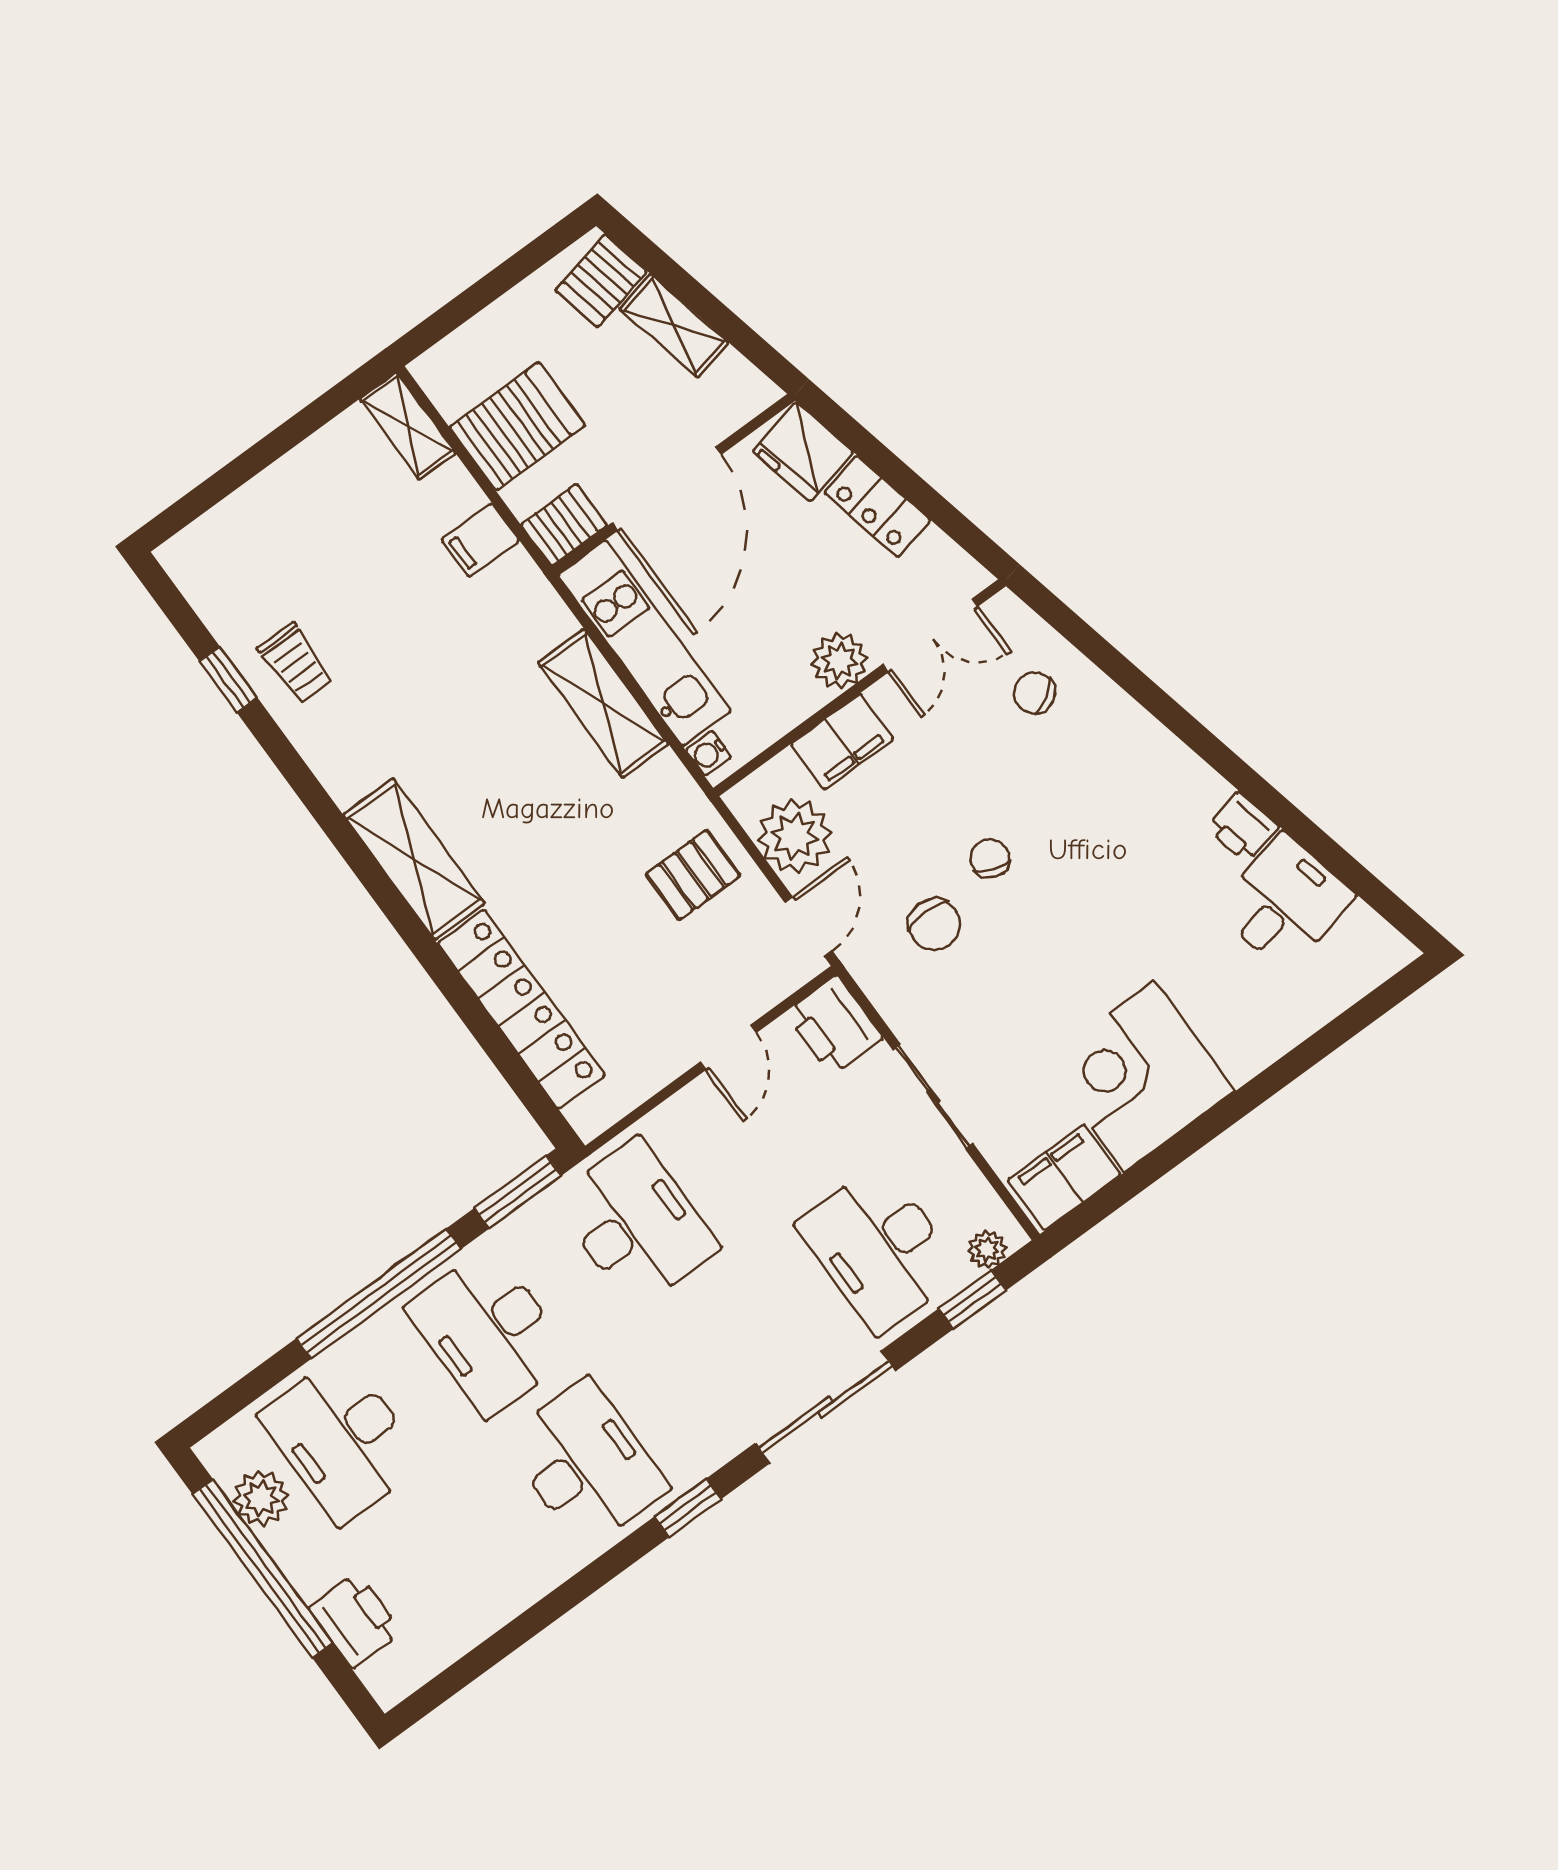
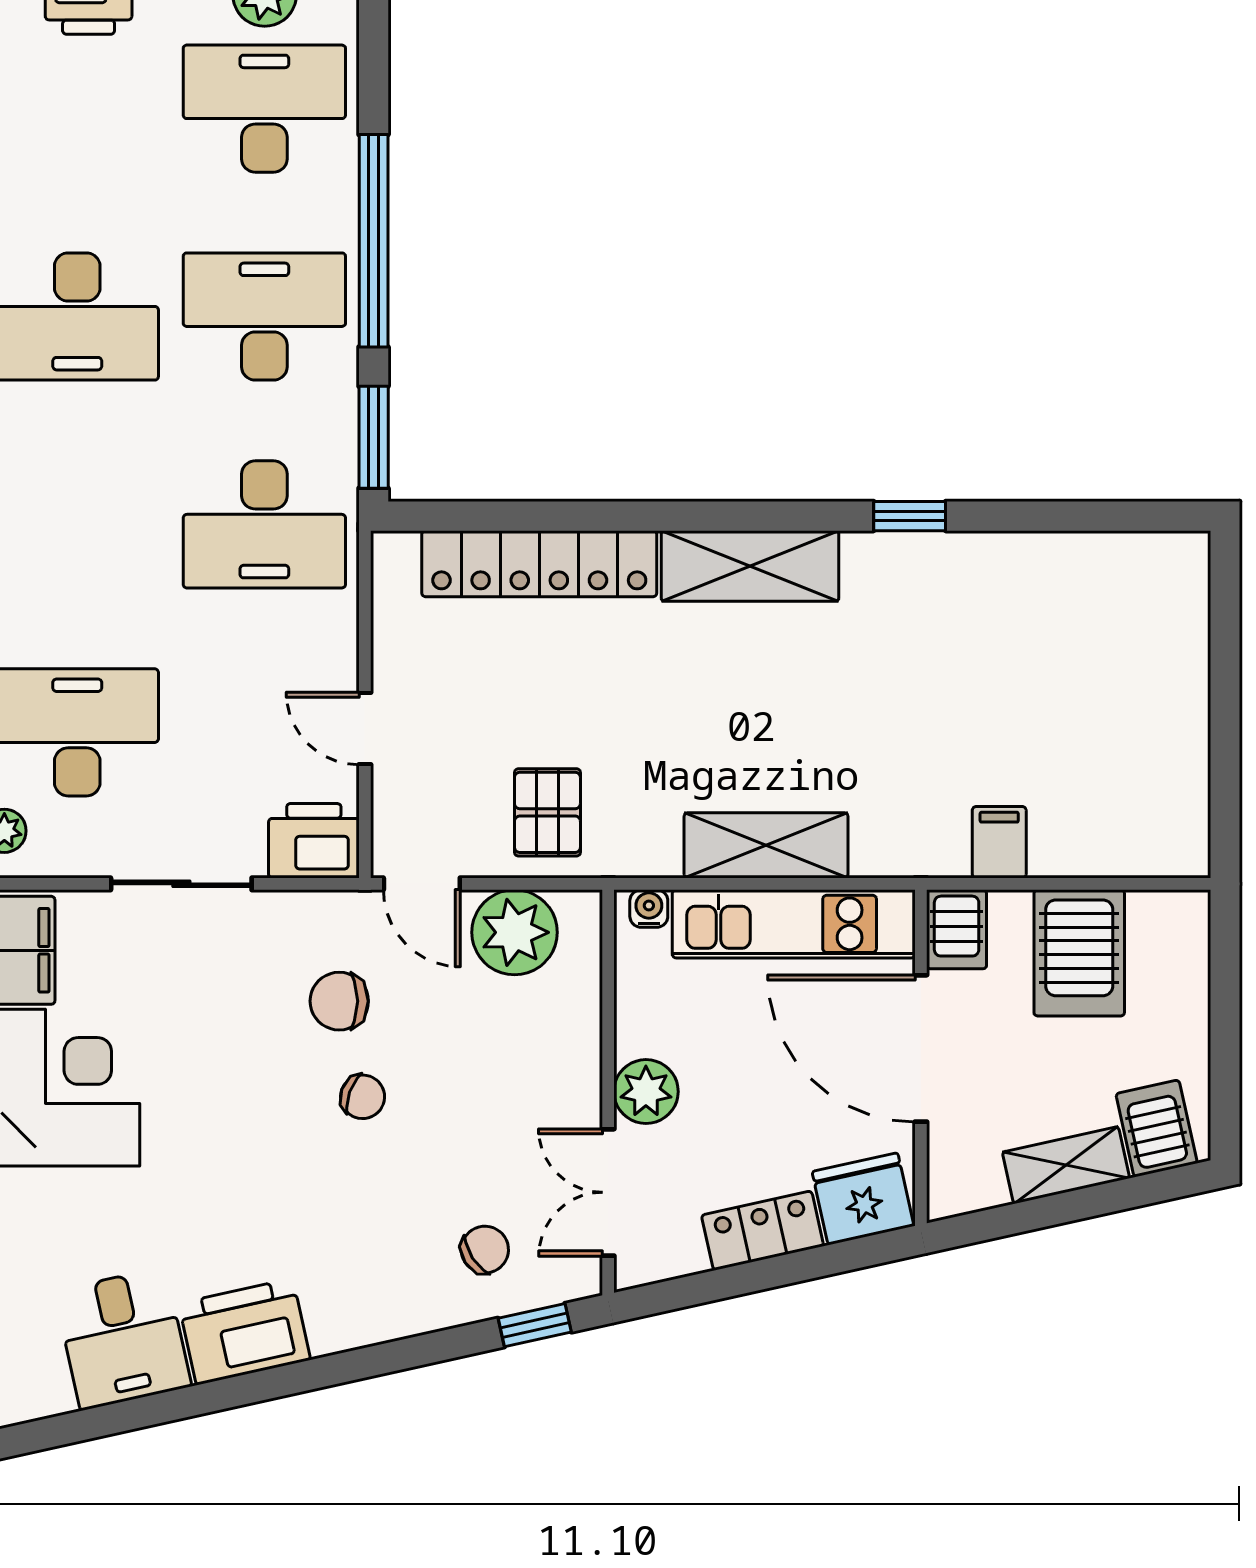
shelving: (408, 426) -> (1153, 852), removed
window: (1062, 619) -> (535, 1325), added
trolley: (296, 663) -> (1010, 589), removed
window: (228, 680) -> (910, 516), moved
filing cabinet: (842, 742) -> (570, 1040), removed
printer: (1243, 827) -> (244, 1332), width x1.87, depth x1.48

